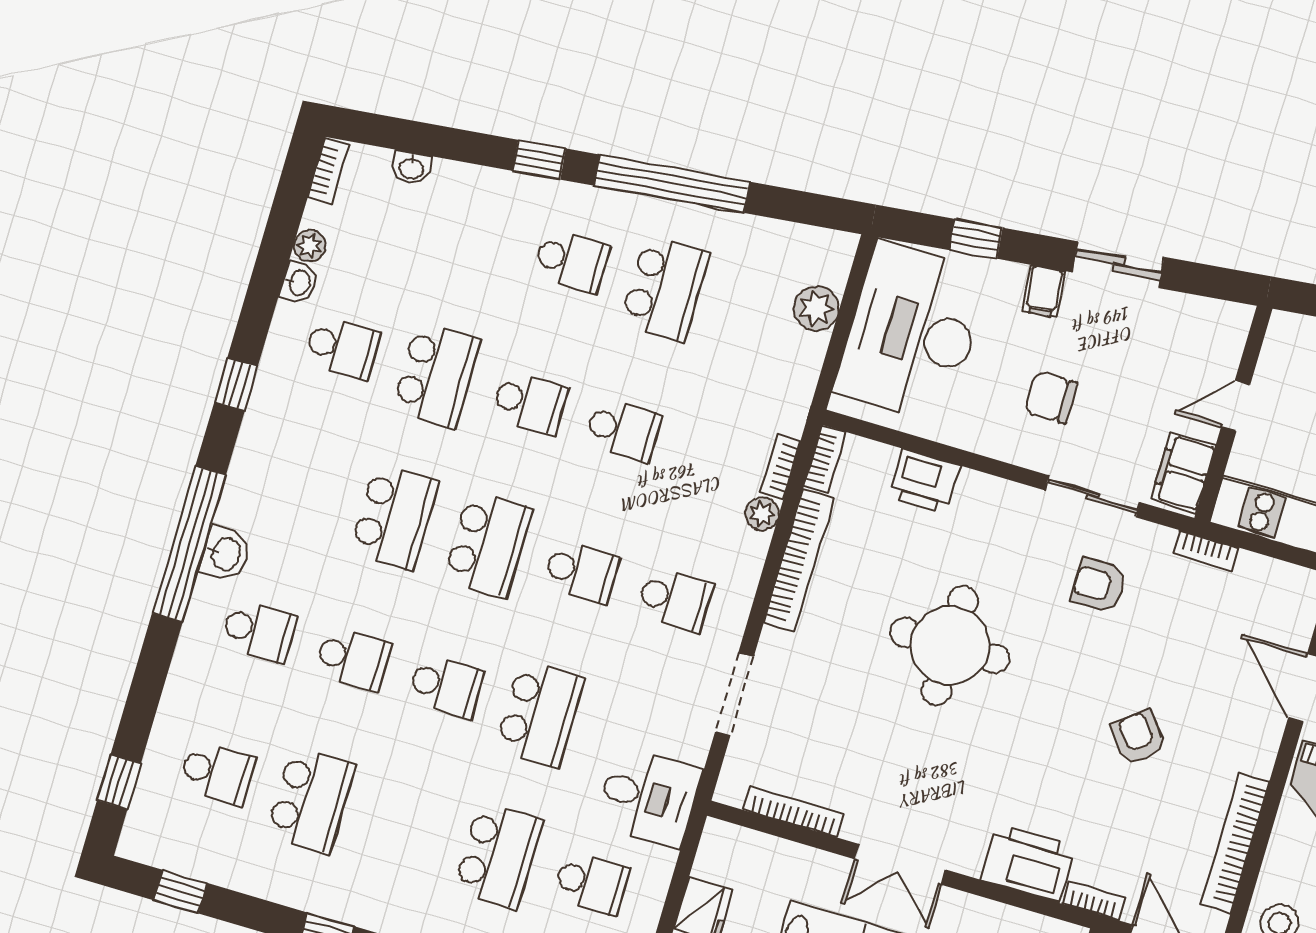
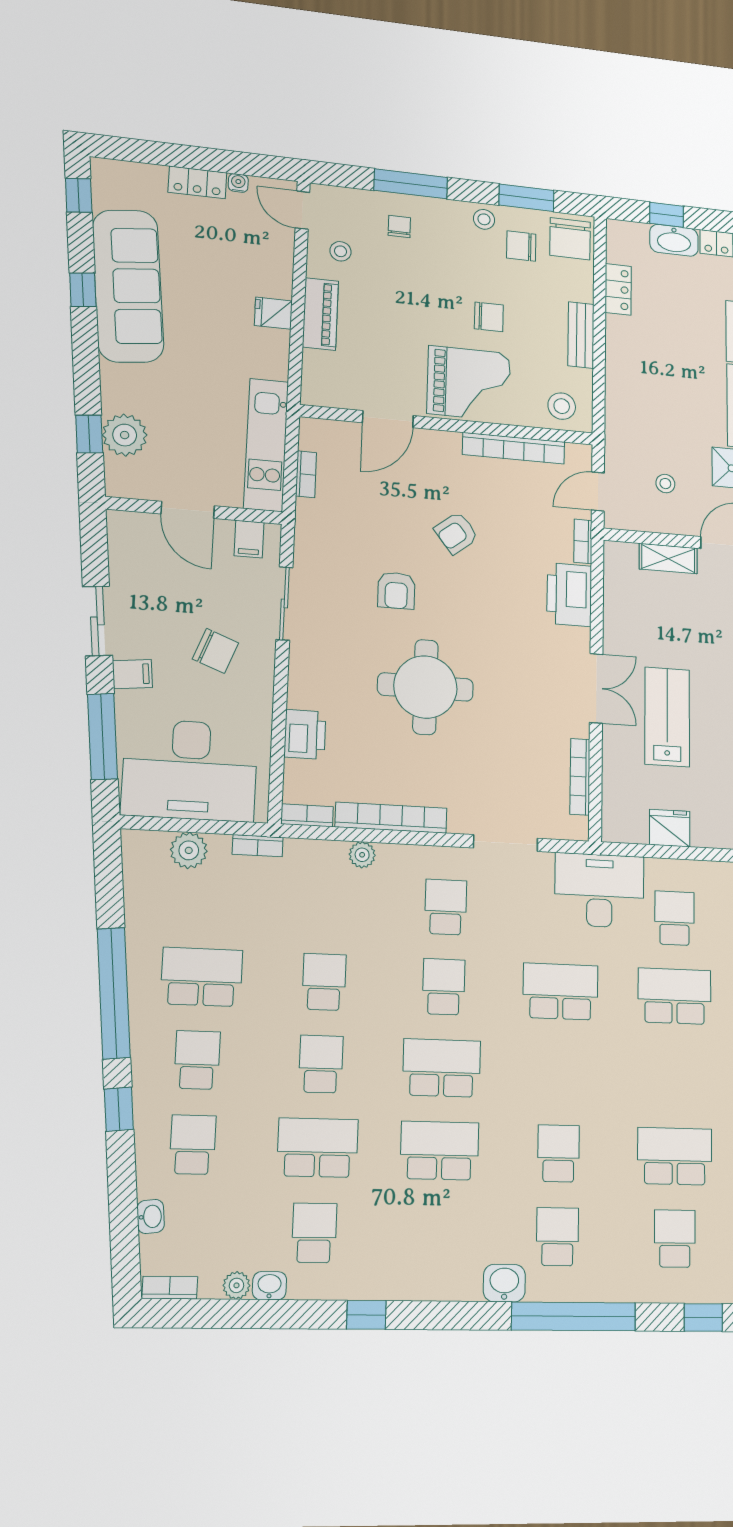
window: (976, 239) -> (102, 736), width x2.17
chair: (1051, 398) -> (215, 651), turned -69
door: (1236, 406) -> (188, 510), width x1.38
bookcase: (780, 467) -> (258, 846), moved
filing cabinet: (1183, 472) -> (249, 539), width x0.50
window: (189, 544) -> (574, 1316), moved
bookcase: (1206, 551) -> (306, 474), moved
armchair: (1099, 585) -> (396, 590), moved
school desk: (446, 686) -> (193, 1145), moved
desk: (649, 797) -> (599, 890), width x1.37

